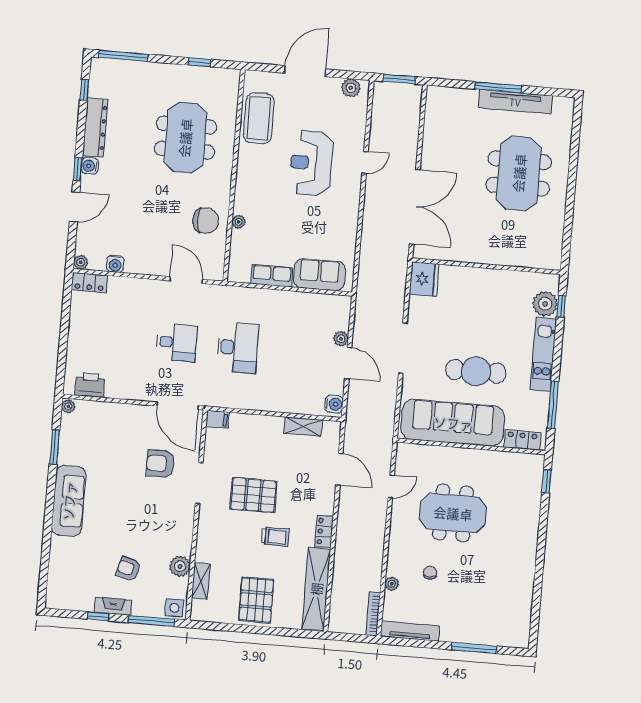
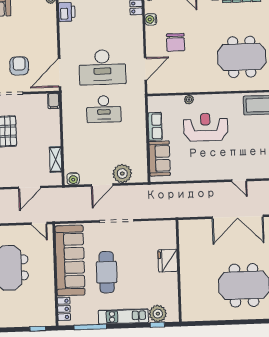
reception desk: (311, 163) -> (206, 127), moved
double door: (415, 207) -> (238, 217), moved
chair: (206, 221) -> (175, 42), moved
fridge: (424, 279) -> (168, 261), moved, turned 90
plant: (341, 339) -> (122, 174), width x1.88, depth x1.88
desk: (177, 343) -> (102, 67), width x1.87, depth x1.30
door: (391, 486) -> (39, 223), moved

